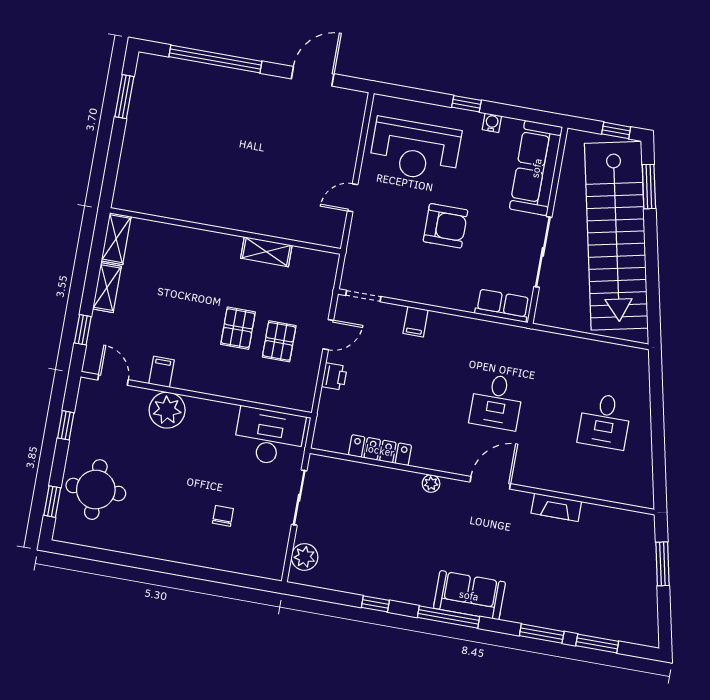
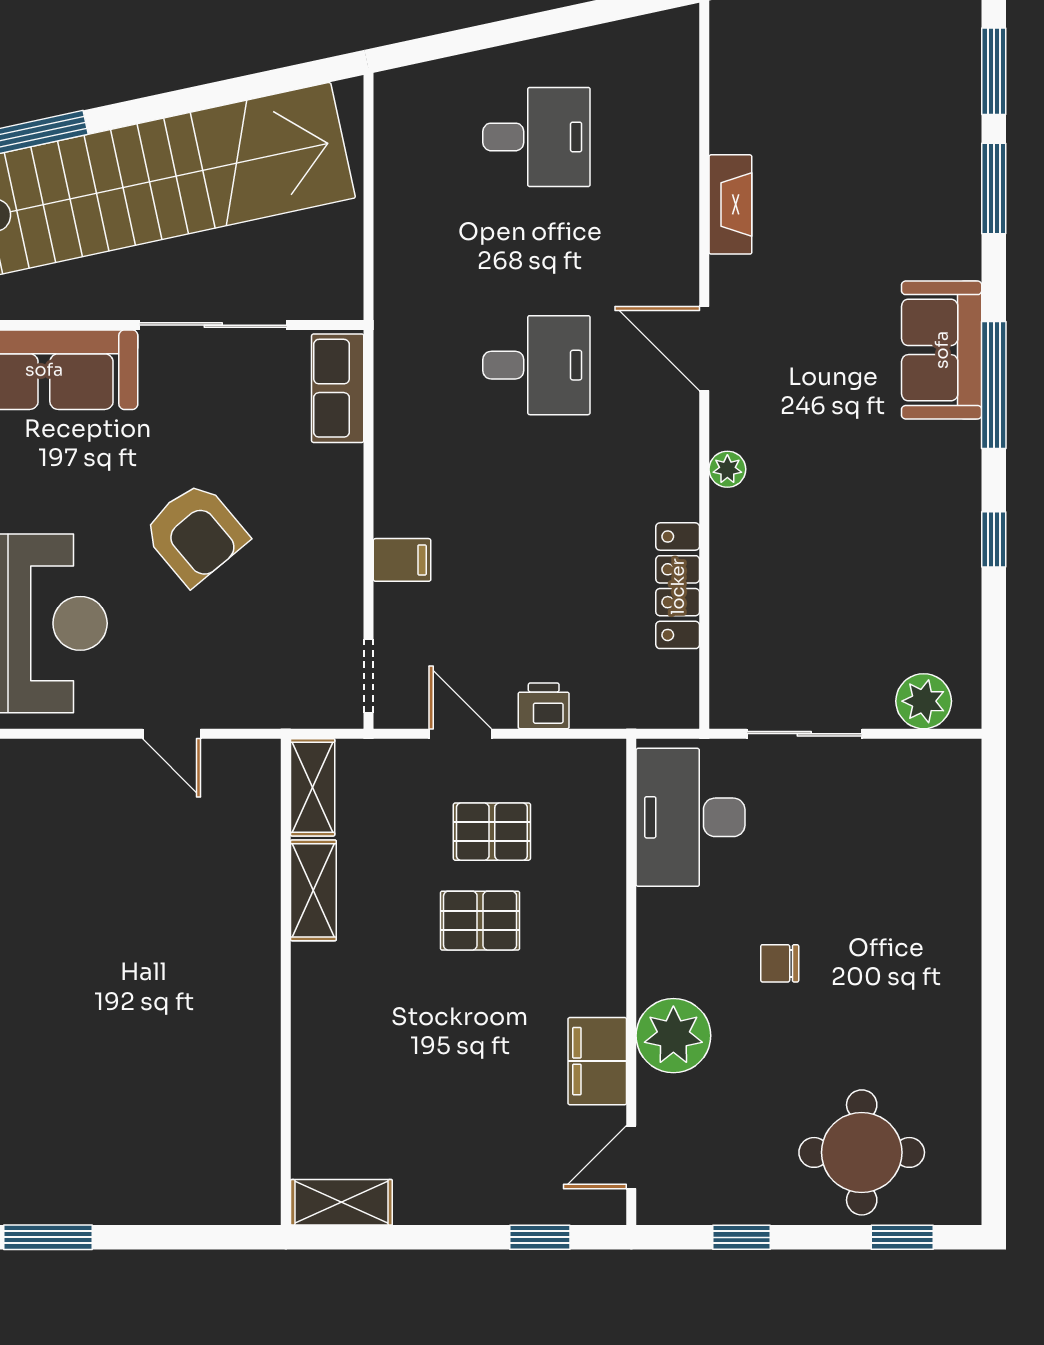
armchair: (446, 226) -> (195, 534), turned 140
shelving: (107, 288) -> (313, 787), moved, turned 90
filing cabinet: (161, 372) -> (597, 1061), width x2.00
chair: (223, 516) -> (780, 963), moved

